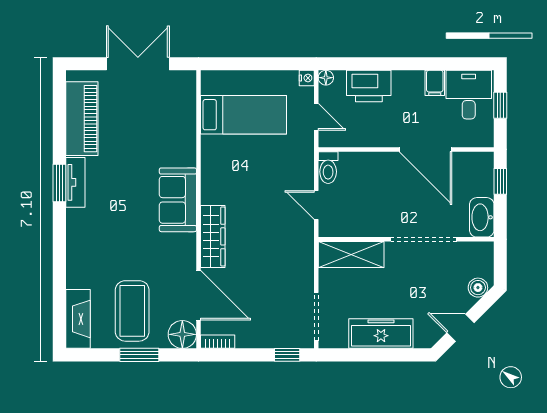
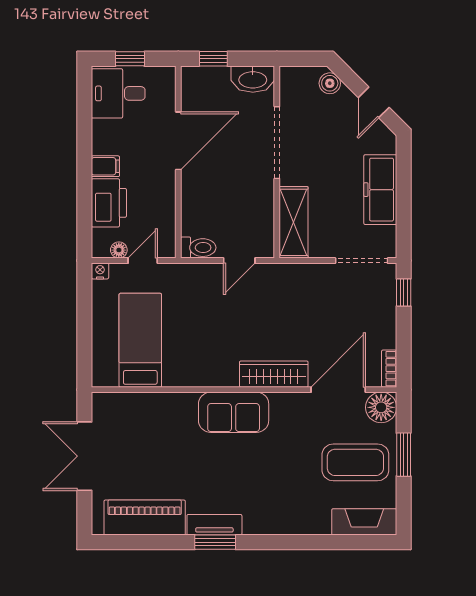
floor lamp: (326, 78) -> (119, 250), moved
filing cabinet: (435, 83) -> (105, 166), moved

